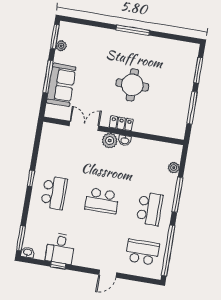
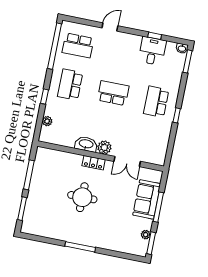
washbasin: (125, 140) -> (86, 144), width x1.91, depth x1.45
window: (177, 195) -> (44, 97), width x0.46

